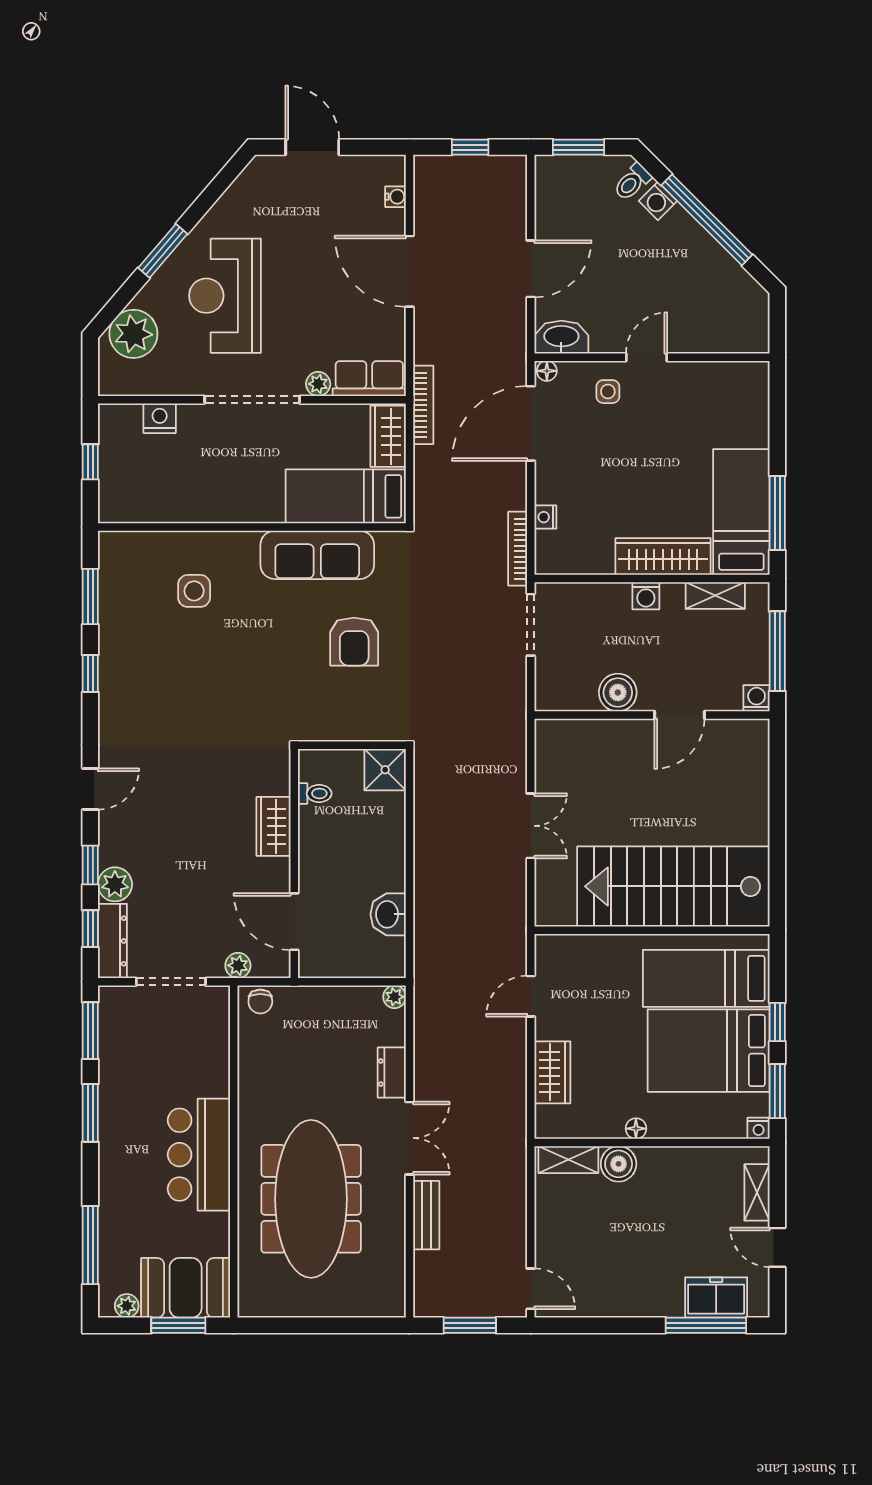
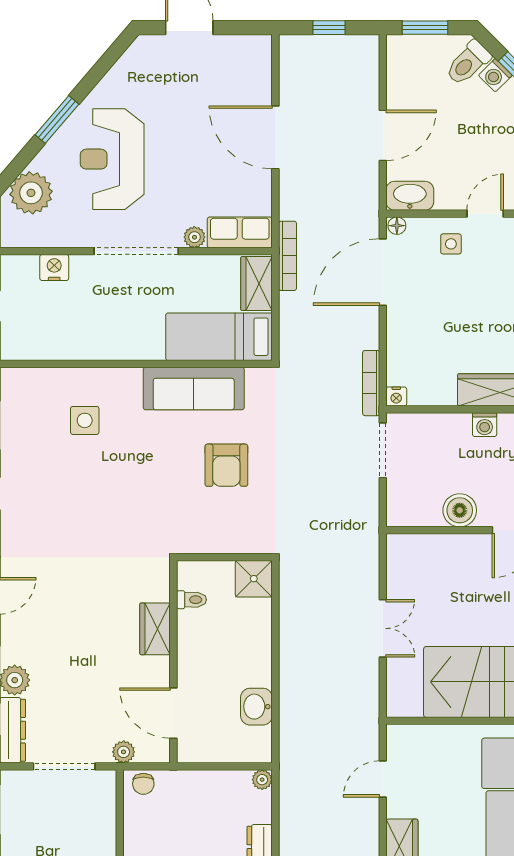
toilet: (632, 182) -> (468, 63), width x1.37, depth x1.39
water cooler: (396, 197) -> (263, 71), removed
nightstand: (545, 517) -> (396, 397), moved, turned -90

